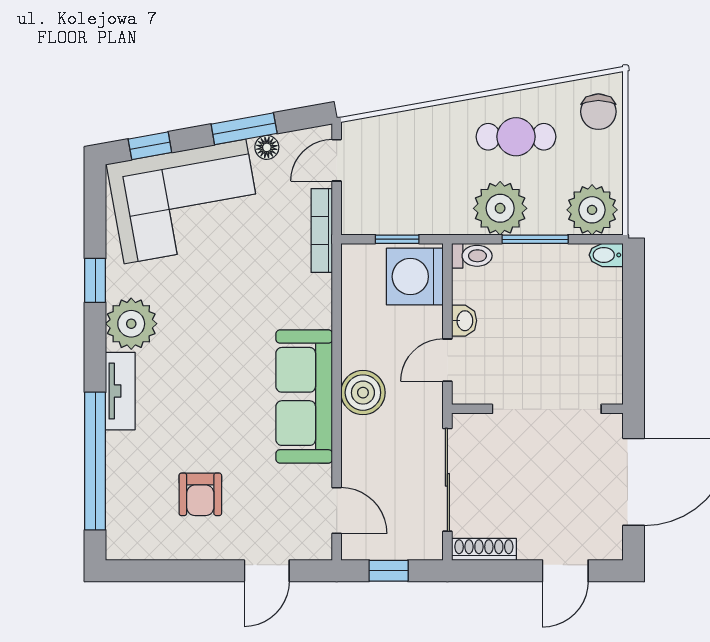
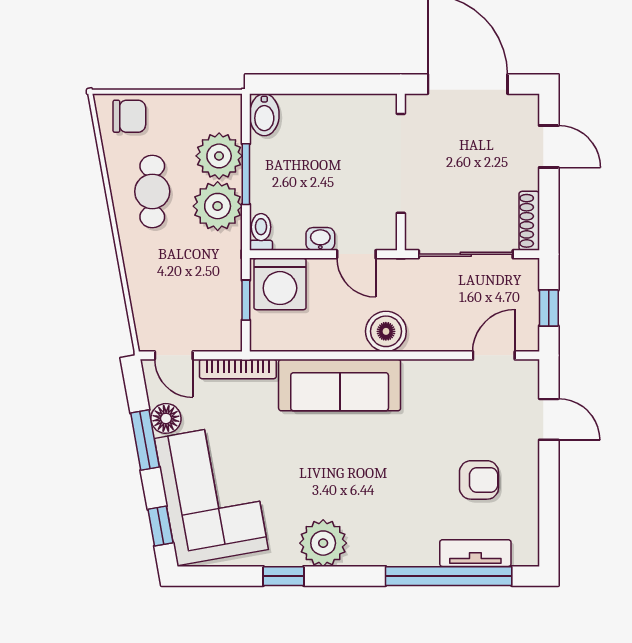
floor lamp: (267, 147) -> (166, 418), width x1.37, depth x1.37
plant: (592, 210) -> (219, 156), moved
bidet: (606, 255) -> (264, 115), width x1.38, depth x1.36
tv unit: (120, 391) -> (475, 553), moved
sofa: (304, 396) -> (340, 385), moved

